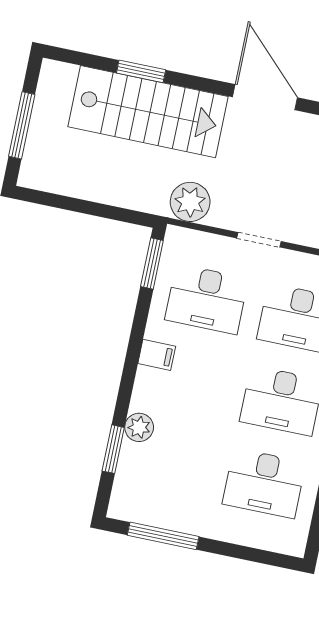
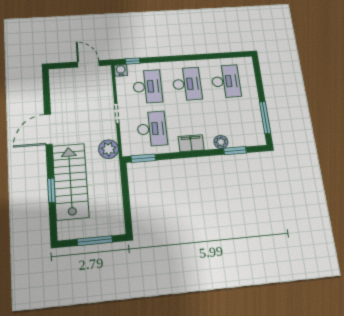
filing cabinet: (157, 355) -> (191, 143), width x2.00

